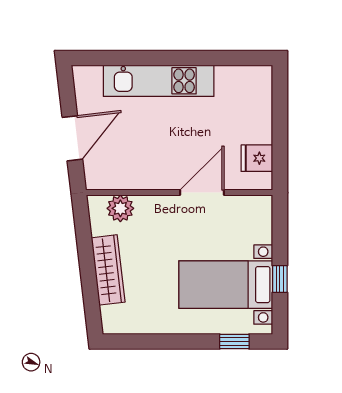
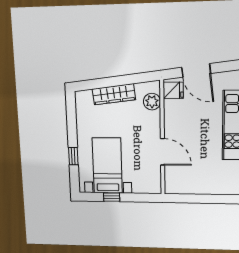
fridge: (257, 158) -> (173, 90), moved, turned 90
window: (234, 341) -> (73, 156), moved

